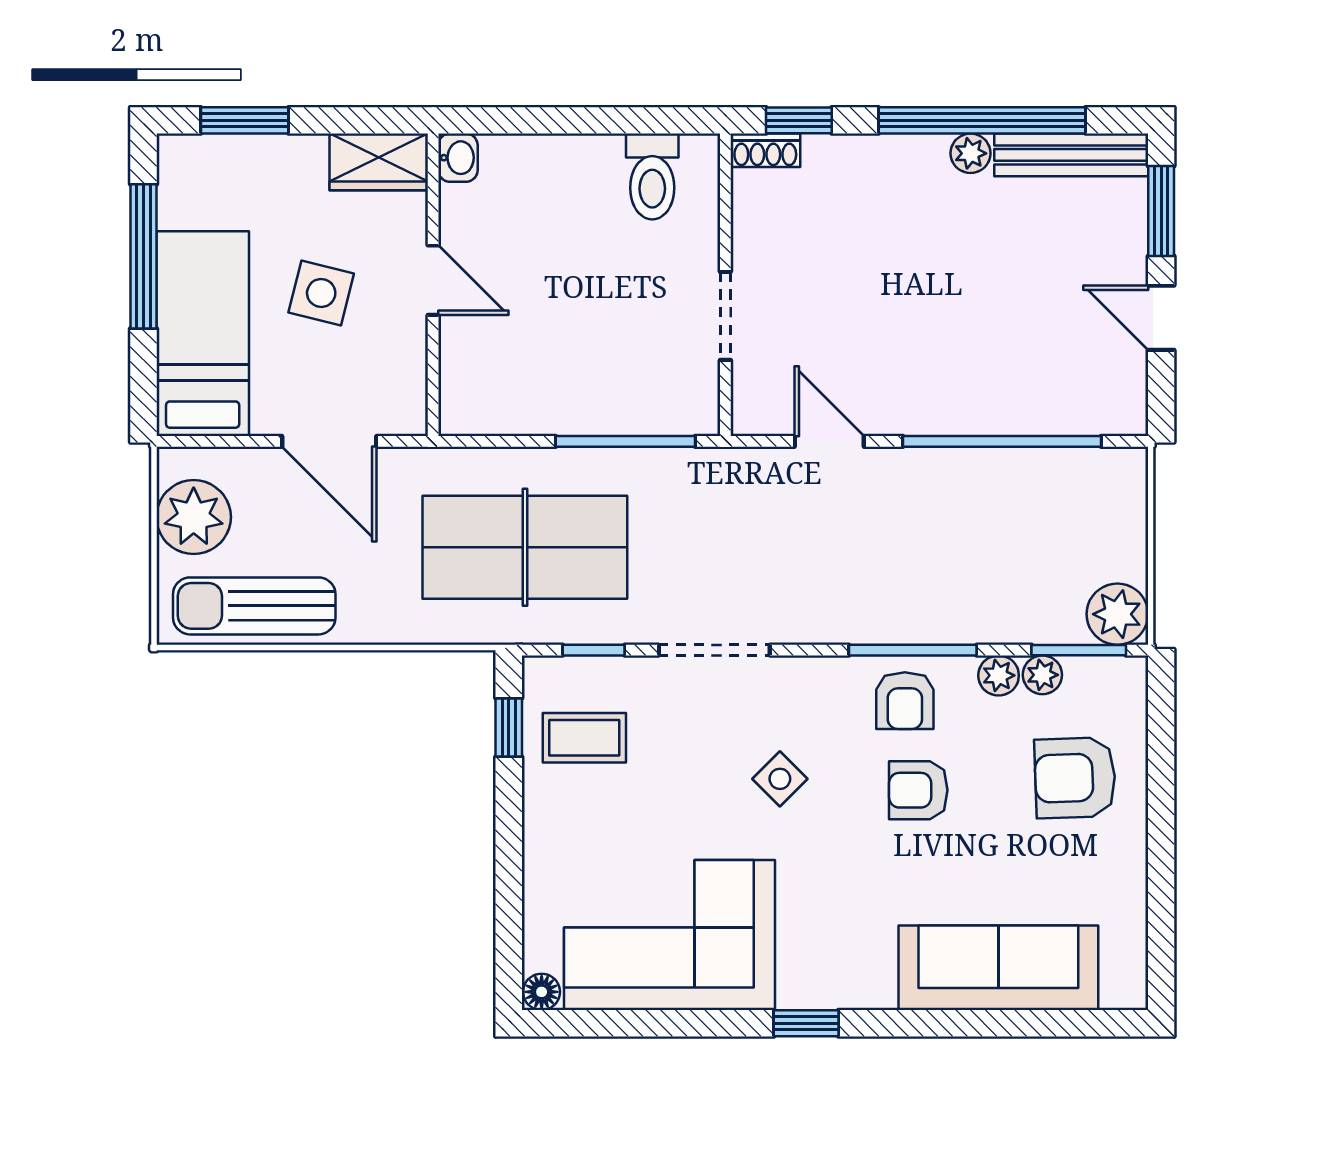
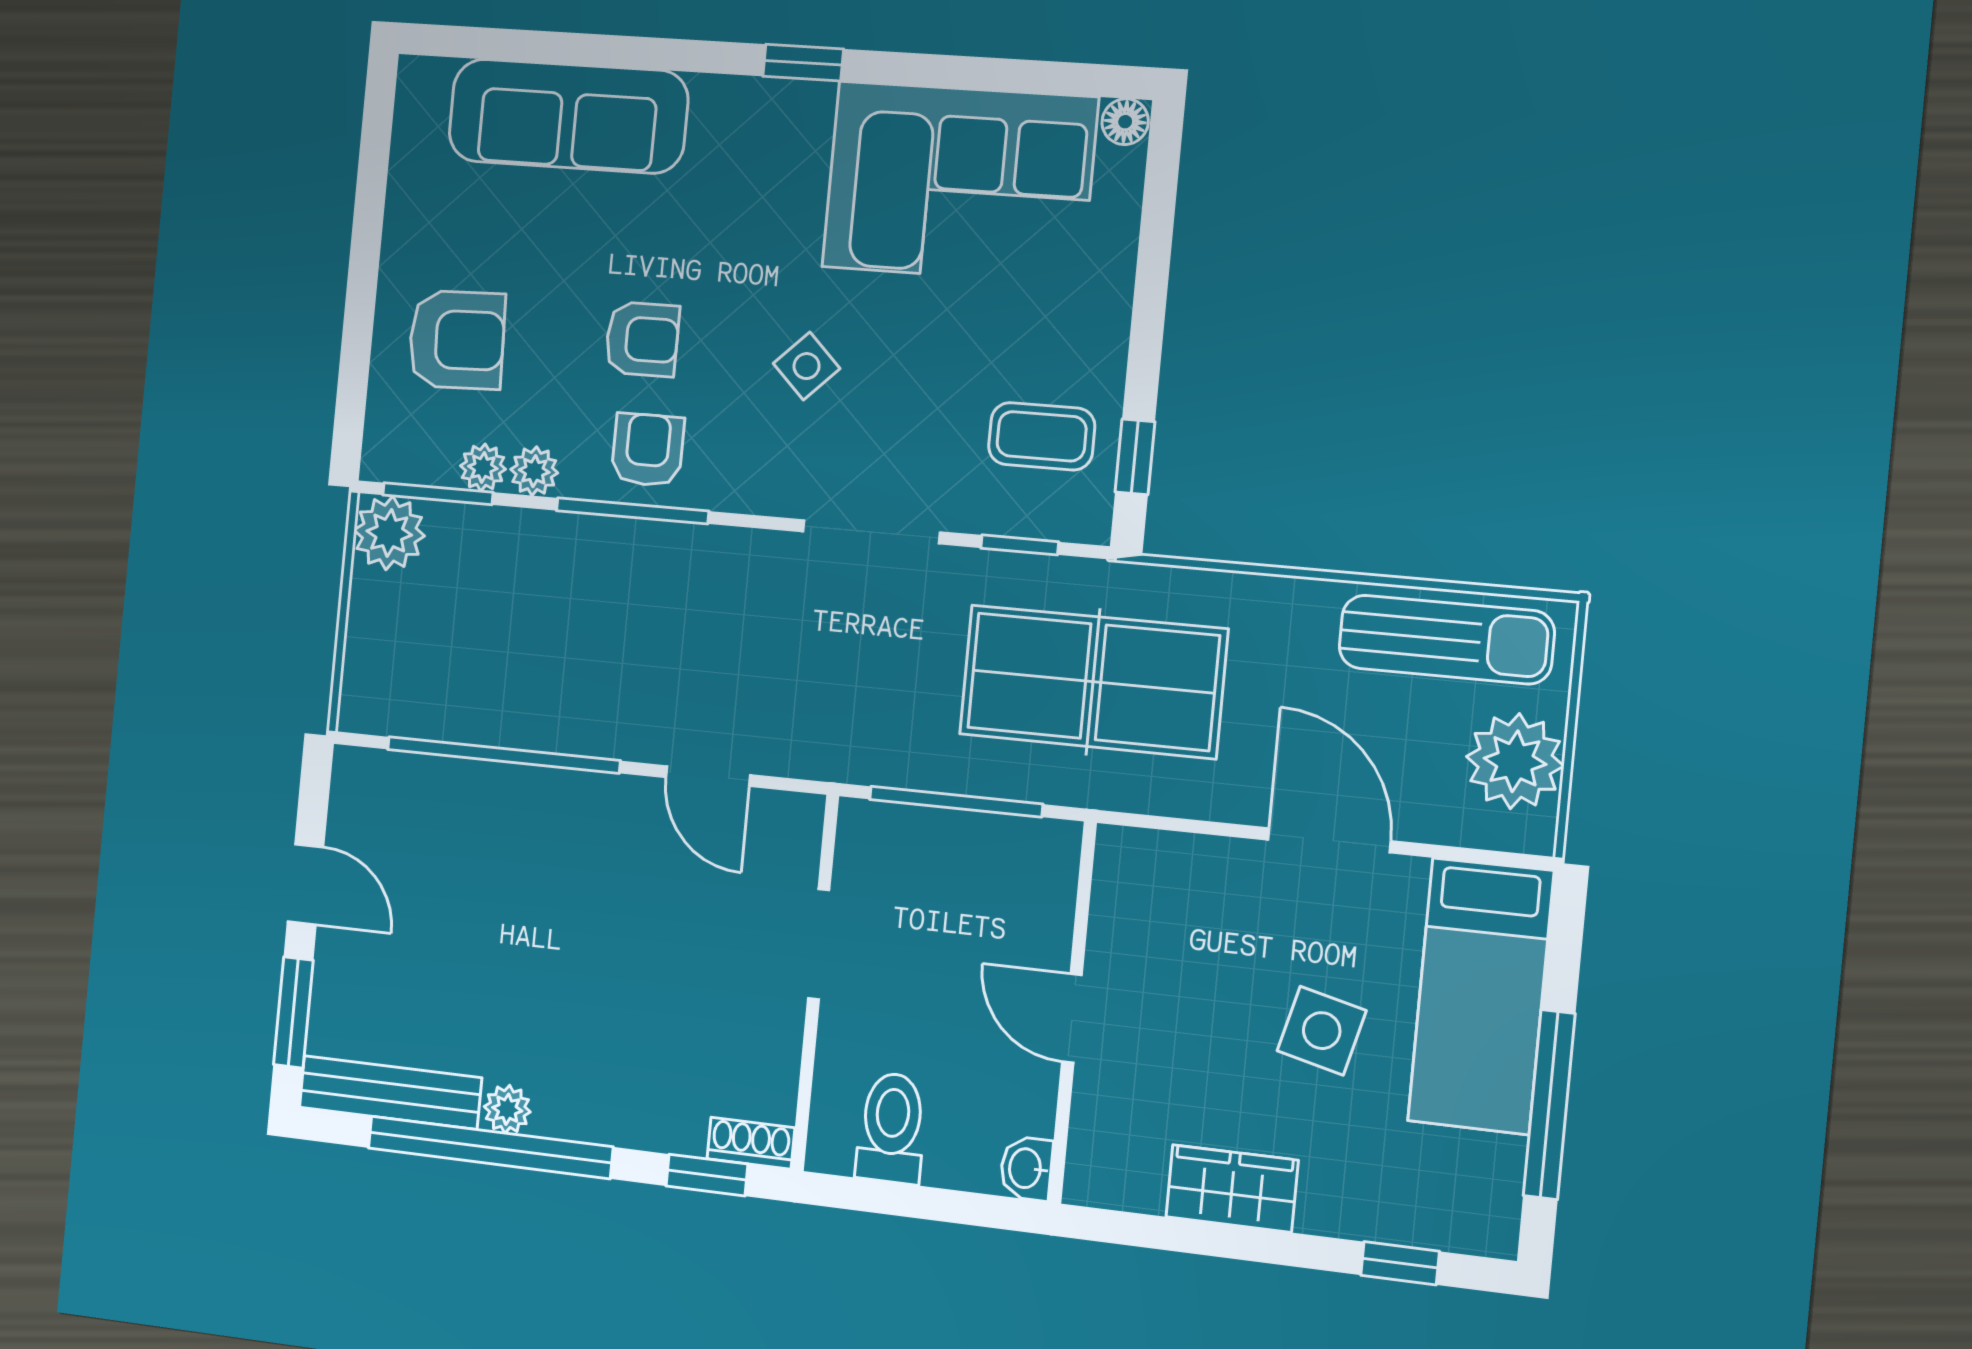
window: (245, 120) -> (1400, 1263), width x0.67
washbasin: (458, 158) -> (1026, 1168), moved
door: (433, 280) -> (1072, 1018), moved
wall: (433, 285) -> (1072, 1012), moved

